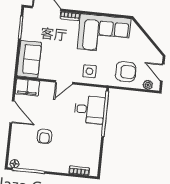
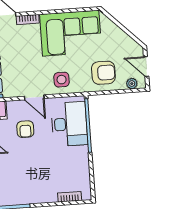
door: (64, 82) -> (34, 97), hinge flipped
desk: (90, 110) -> (69, 124), width x1.37
armchair: (45, 136) -> (25, 129), moved

